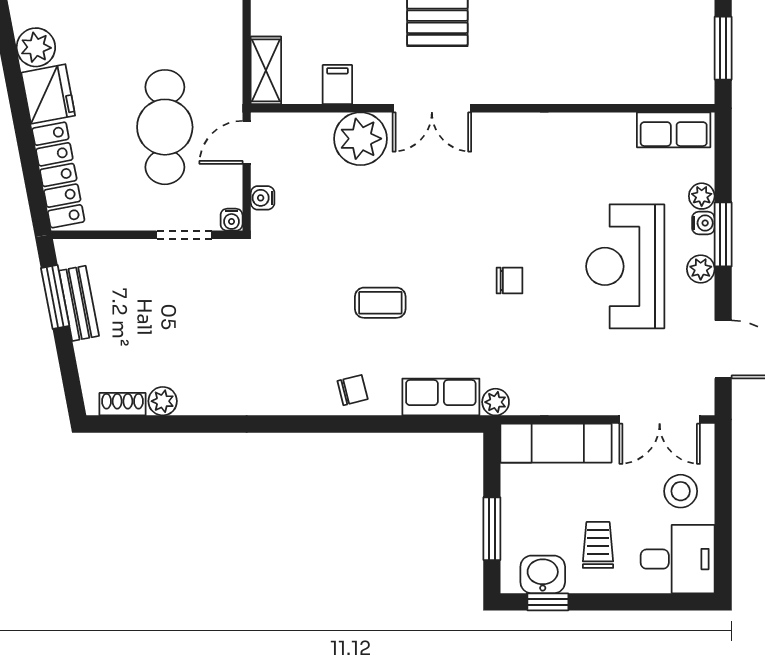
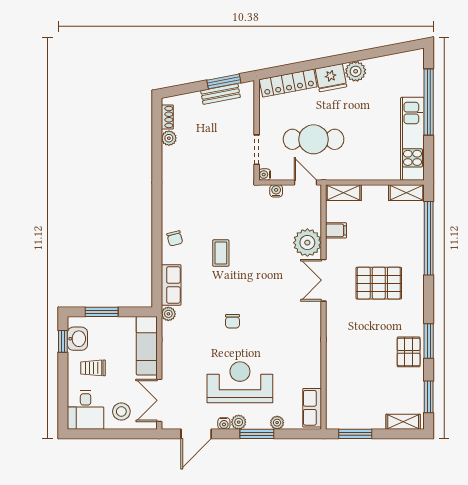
water cooler: (703, 223) -> (224, 423), moved
trolley: (598, 545) -> (93, 368), turned 180

